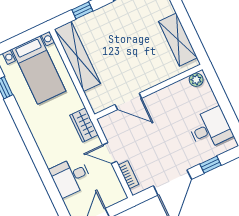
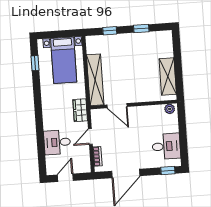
shelving: (77, 56) -> (95, 80), moved
door: (110, 153) -> (90, 136), hinge flipped
window: (210, 165) -> (168, 171), moved

